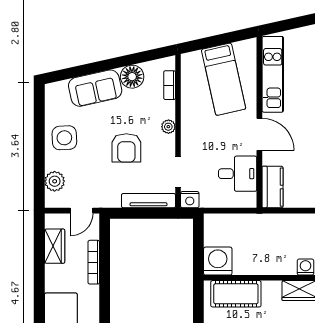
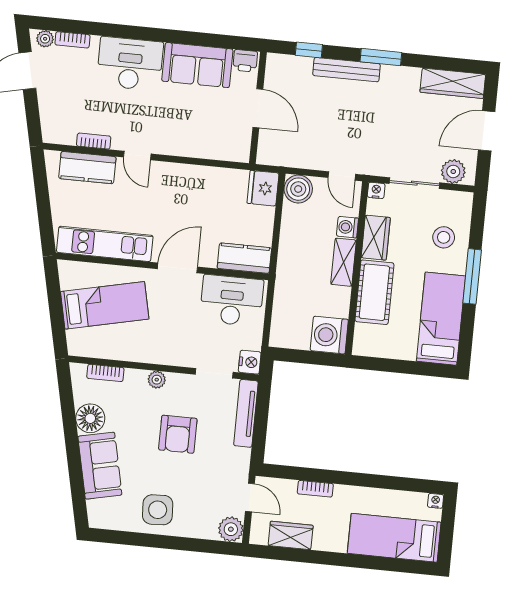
armchair: (126, 148) -> (178, 434), turned 90
desk: (238, 174) -> (232, 300), width x1.37
plant: (55, 181) -> (231, 529), moved
bookcase: (94, 262) -> (315, 489), width x0.64
shelving: (277, 267) -> (344, 262), added
cot: (236, 294) -> (374, 292), moved

